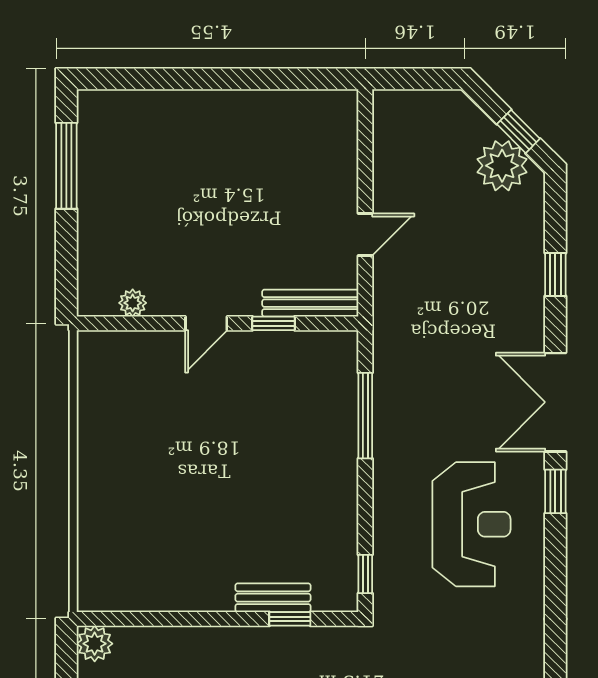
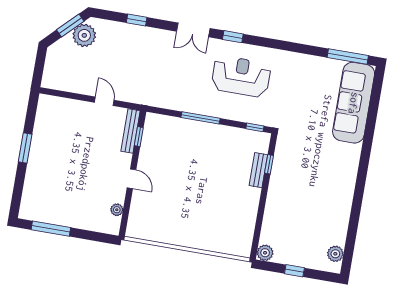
window: (233, 79) -> (25, 148), added
window: (518, 131) -> (70, 25), width x1.50
window: (273, 323) -> (139, 137), moved
double door: (555, 402) -> (193, 30), width x0.73
window: (365, 416) -> (200, 118), moved

